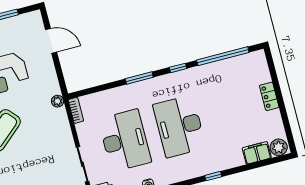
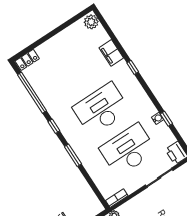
locker: (269, 96) -> (27, 60), moved
desk: (179, 126) -> (101, 109), turned 180
filing cabinet: (257, 153) -> (111, 53), moved

